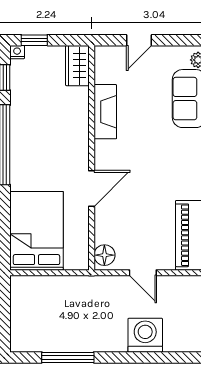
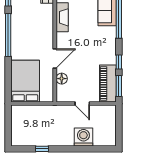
floor lamp: (104, 255) -> (62, 79), moved
window: (68, 357) -> (42, 149), width x0.46

